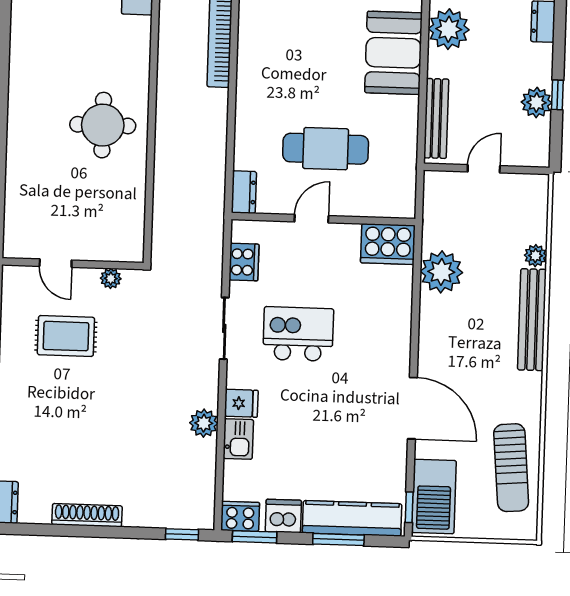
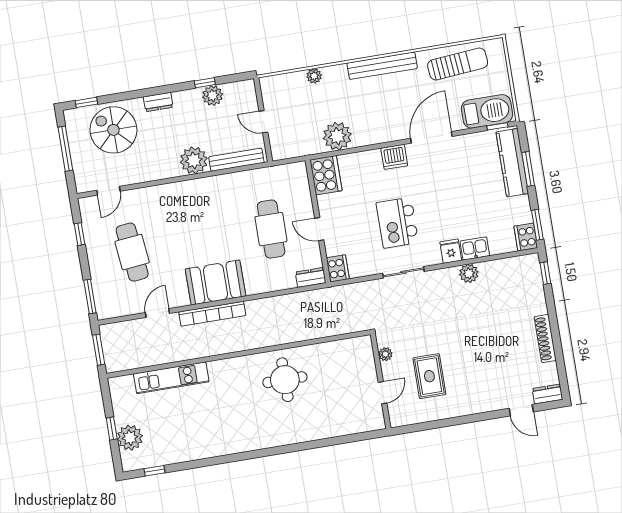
plant: (449, 29) -> (194, 160), moved
booth: (393, 53) -> (215, 283), moved
cooker: (244, 262) -> (338, 268), moved, turned 90
bench: (532, 320) -> (382, 66), moved
dishwasher: (283, 516) -> (394, 157), moved, turned -90

